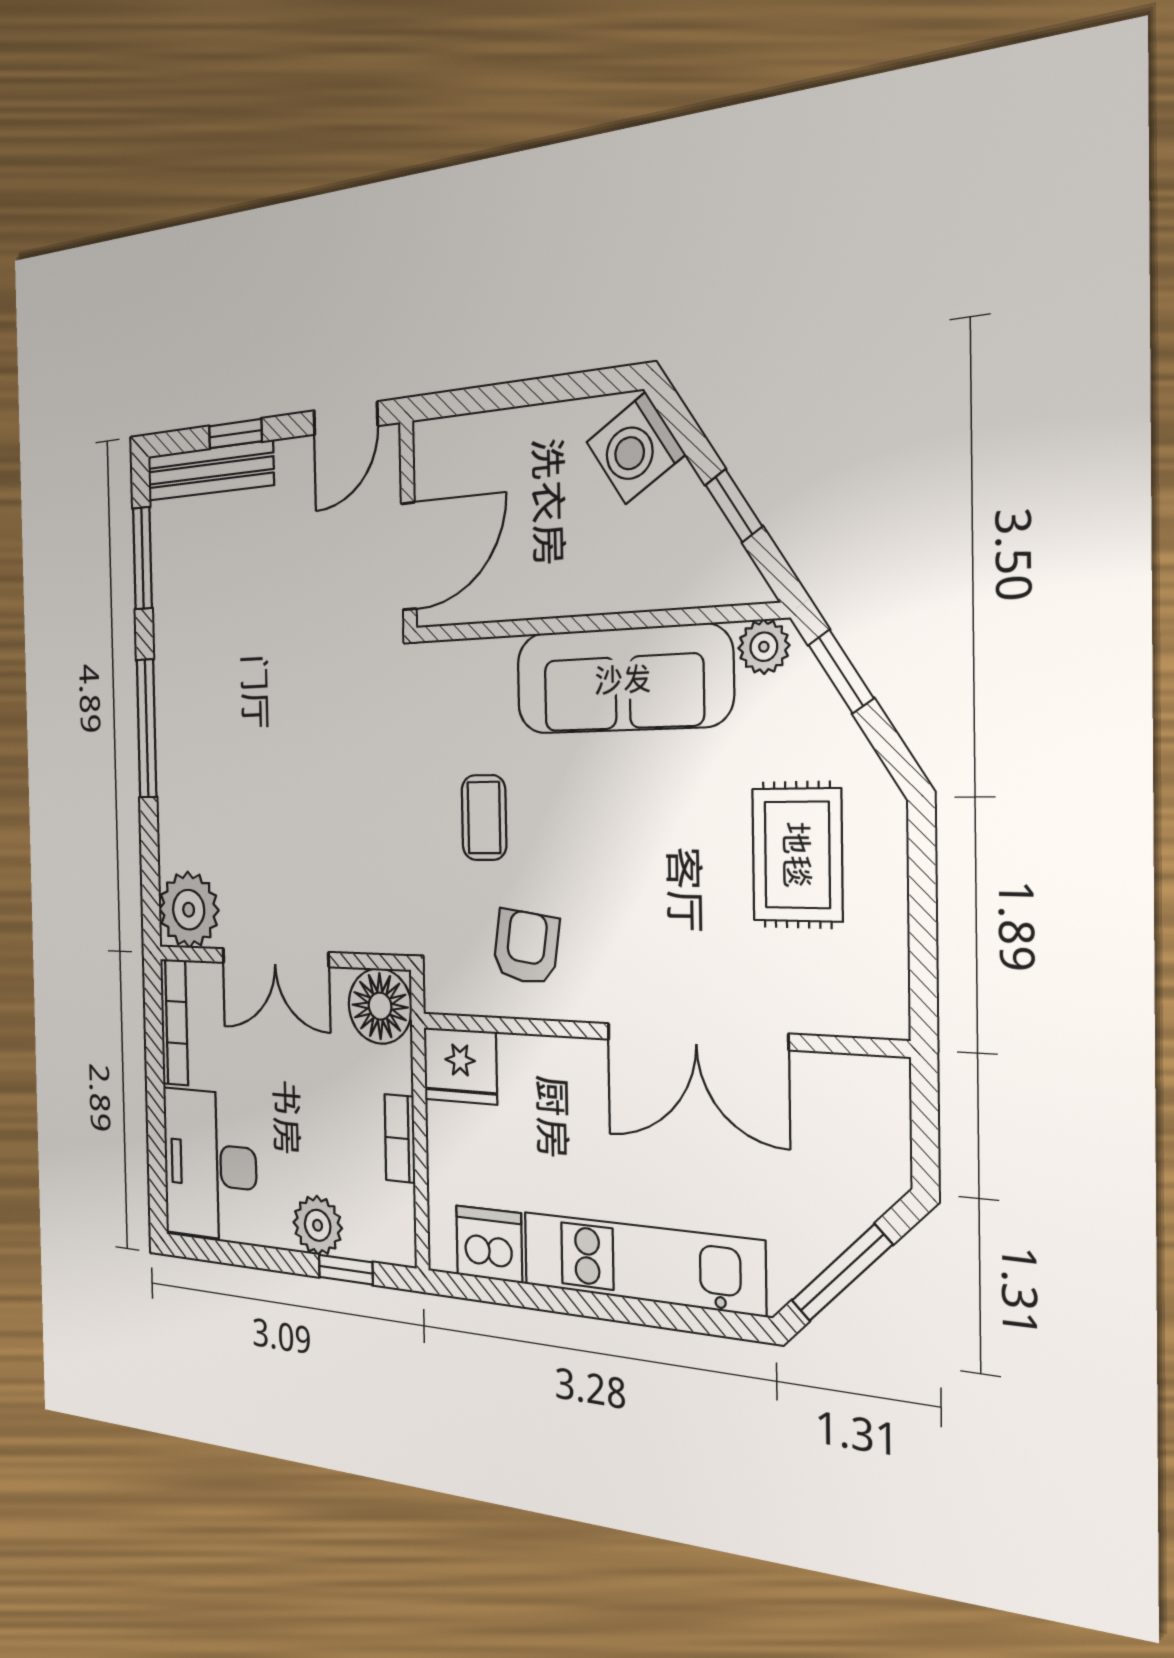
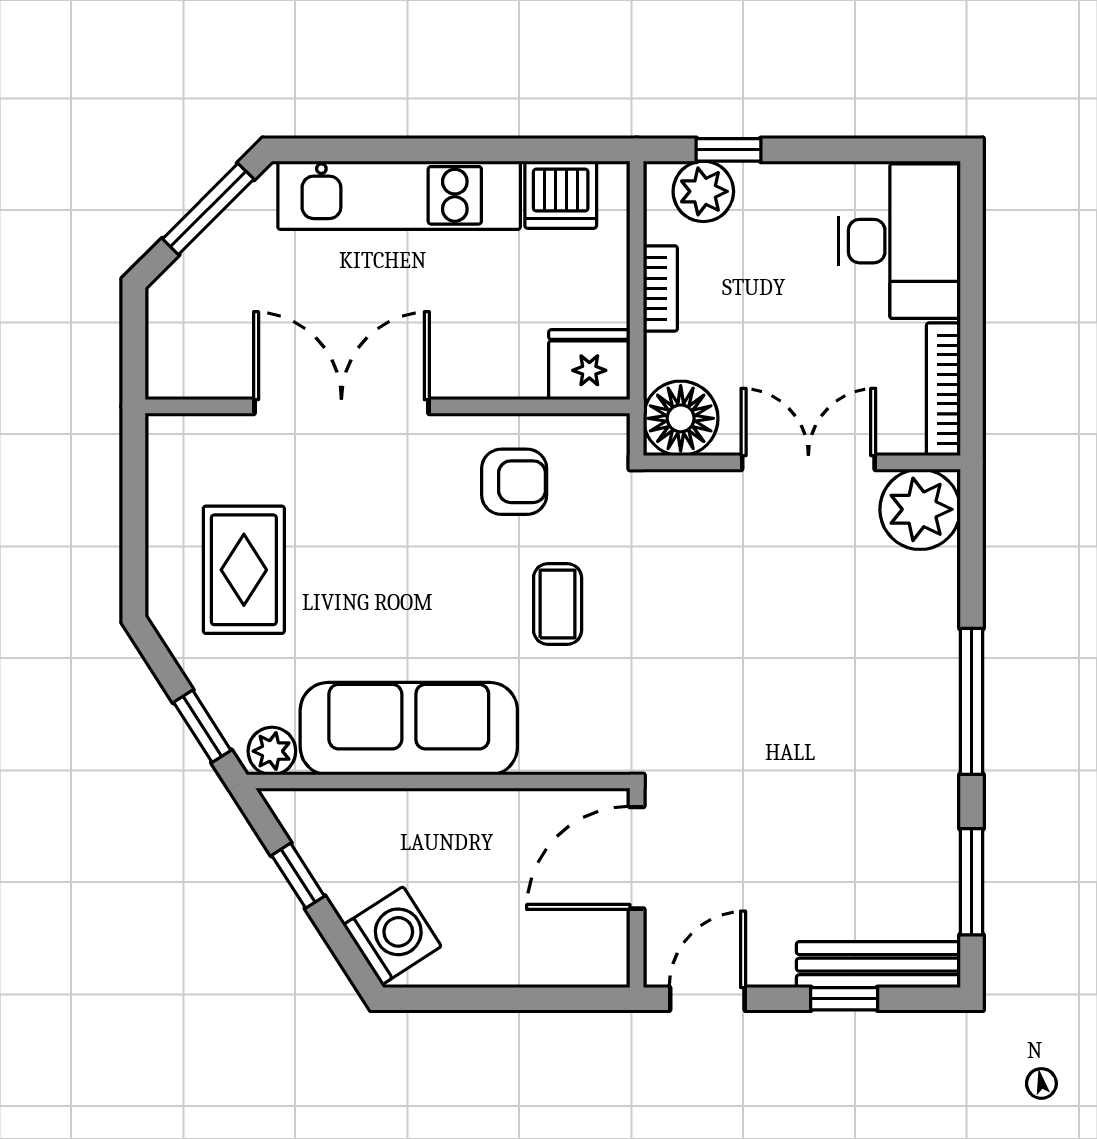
armchair: (526, 947) -> (514, 482), turned -98
plant: (318, 1225) -> (703, 191), moved

